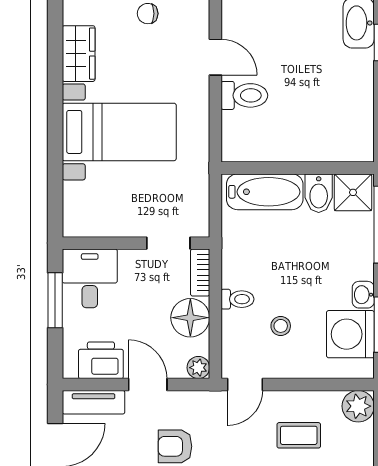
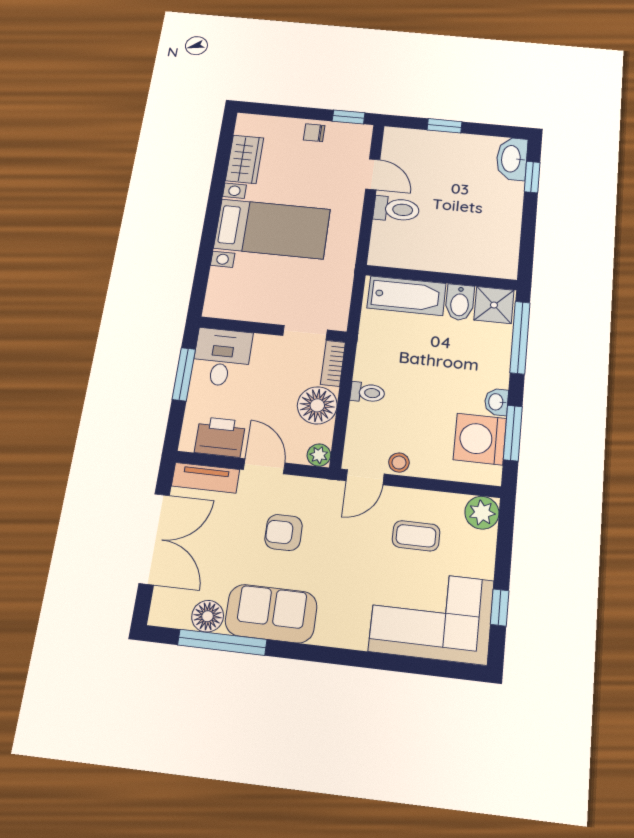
stool: (281, 326) -> (399, 463), moved

